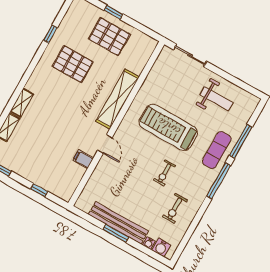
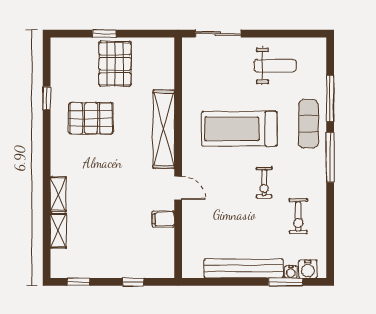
pallet: (109, 37) -> (115, 64), turned 90
window: (116, 233) -> (286, 282), moved

